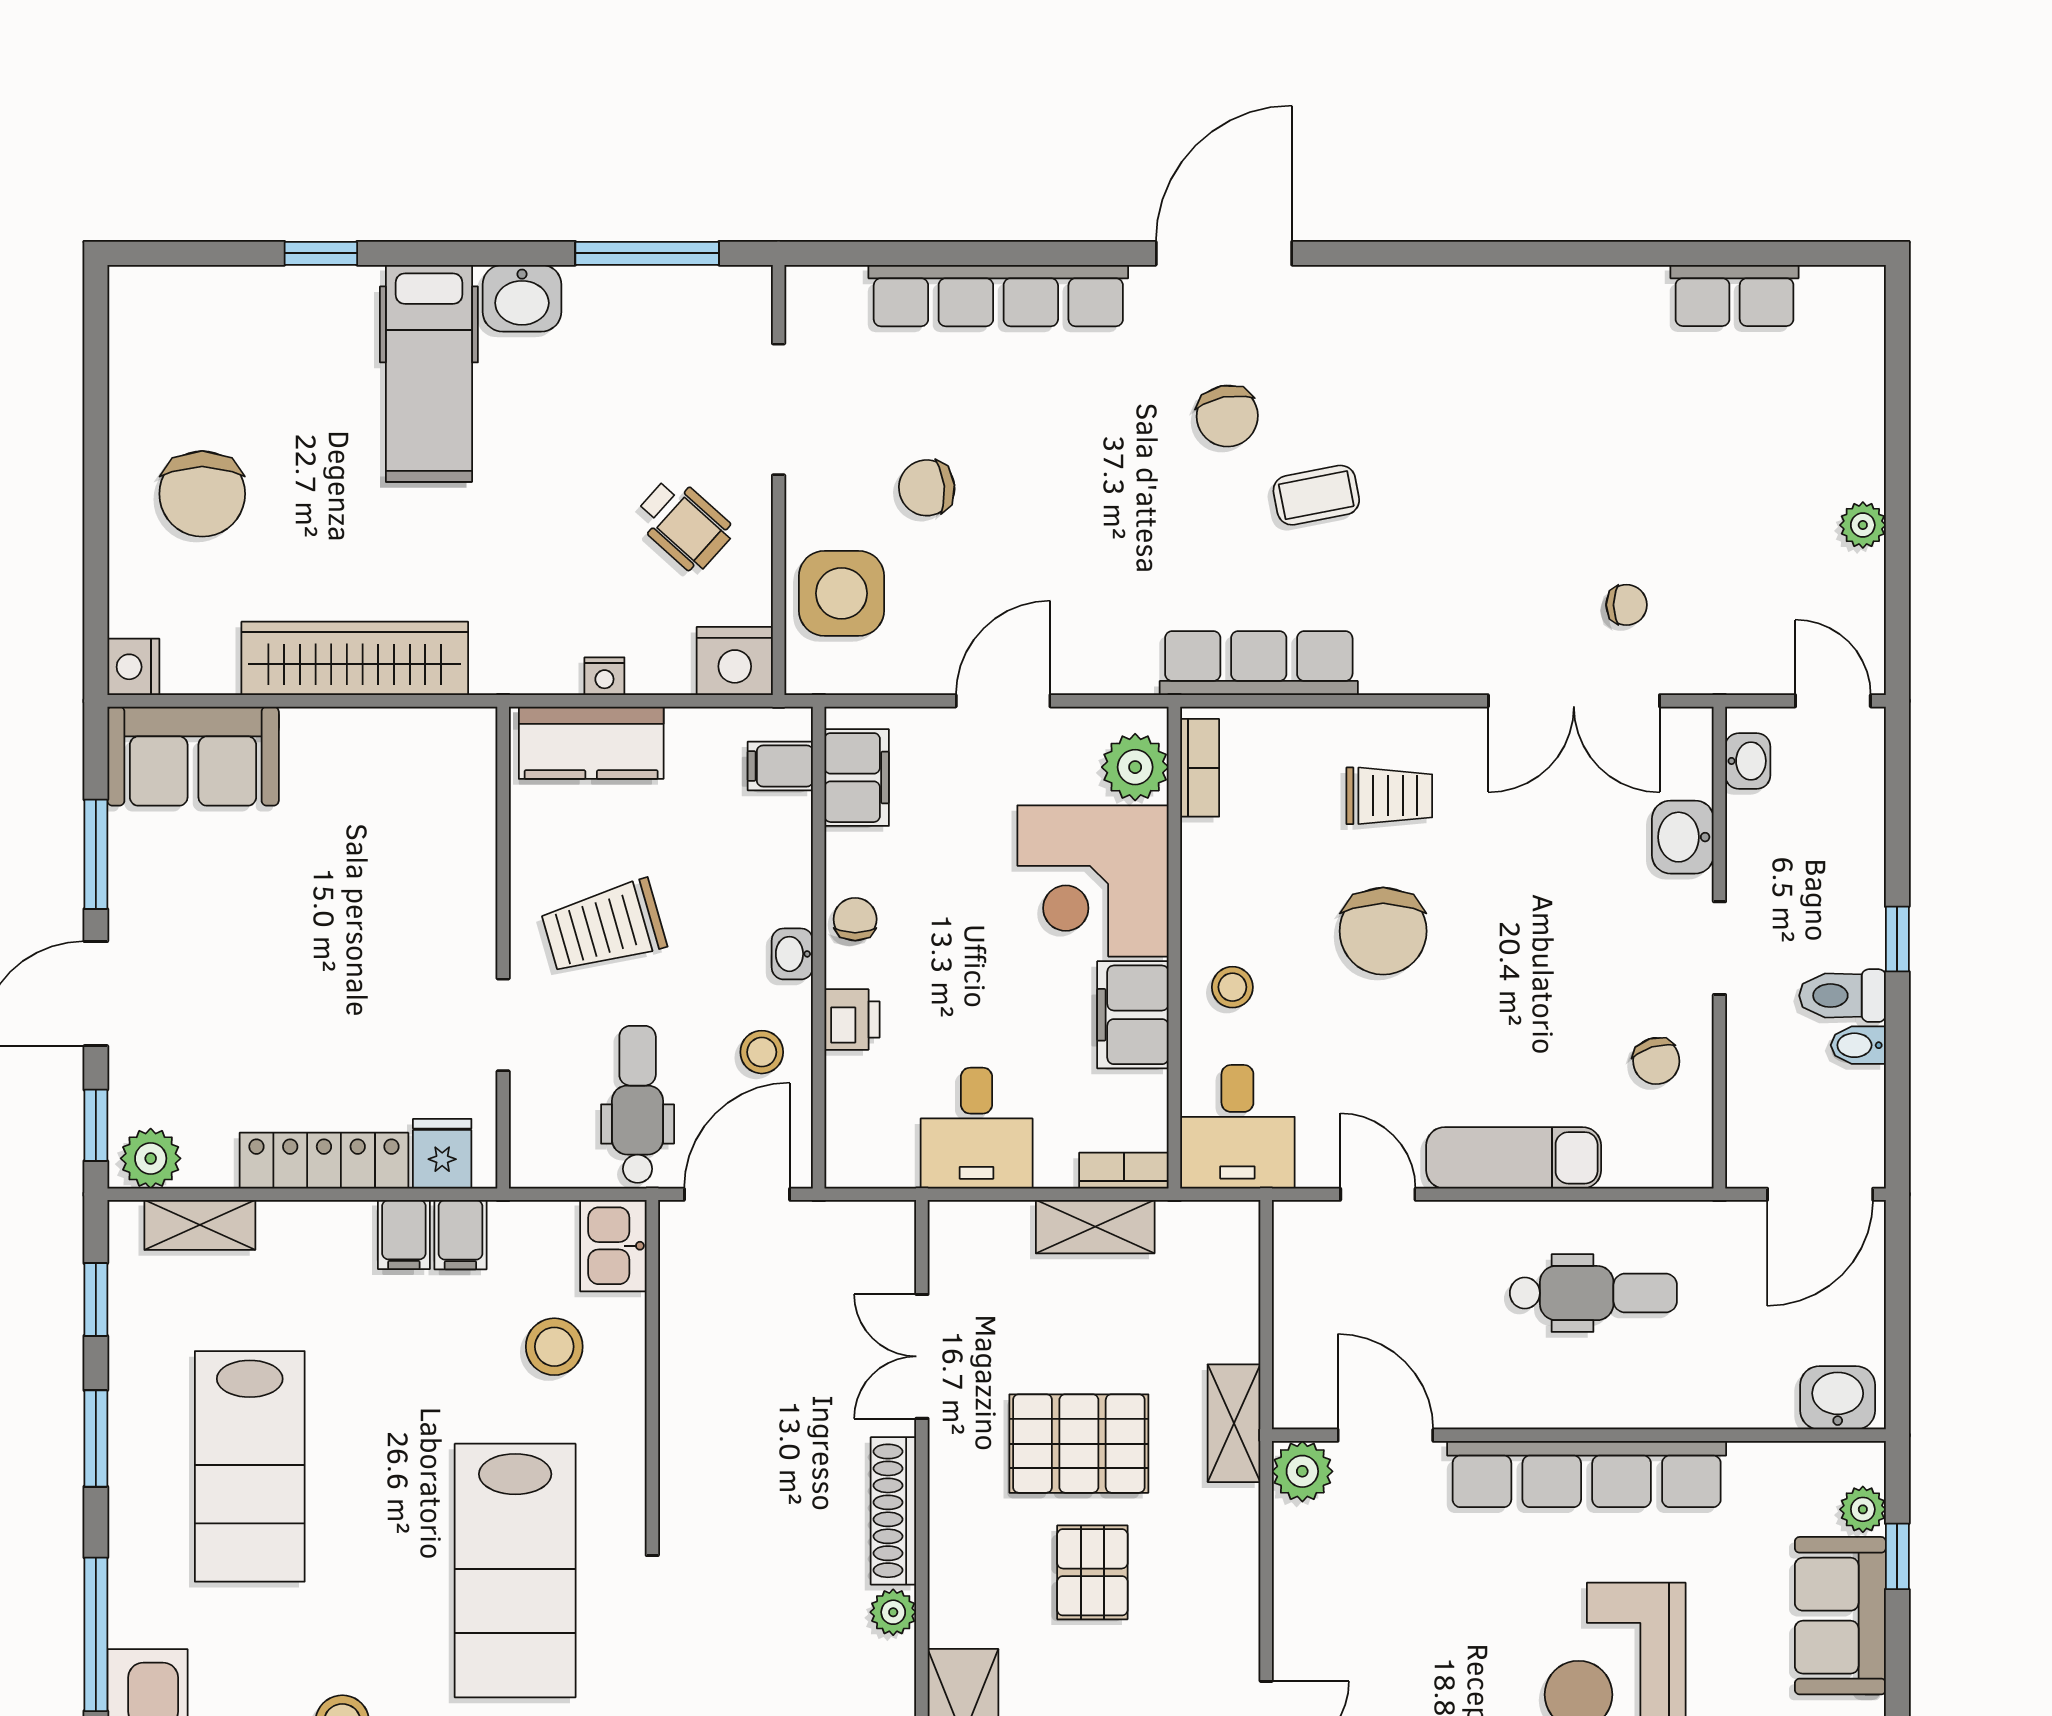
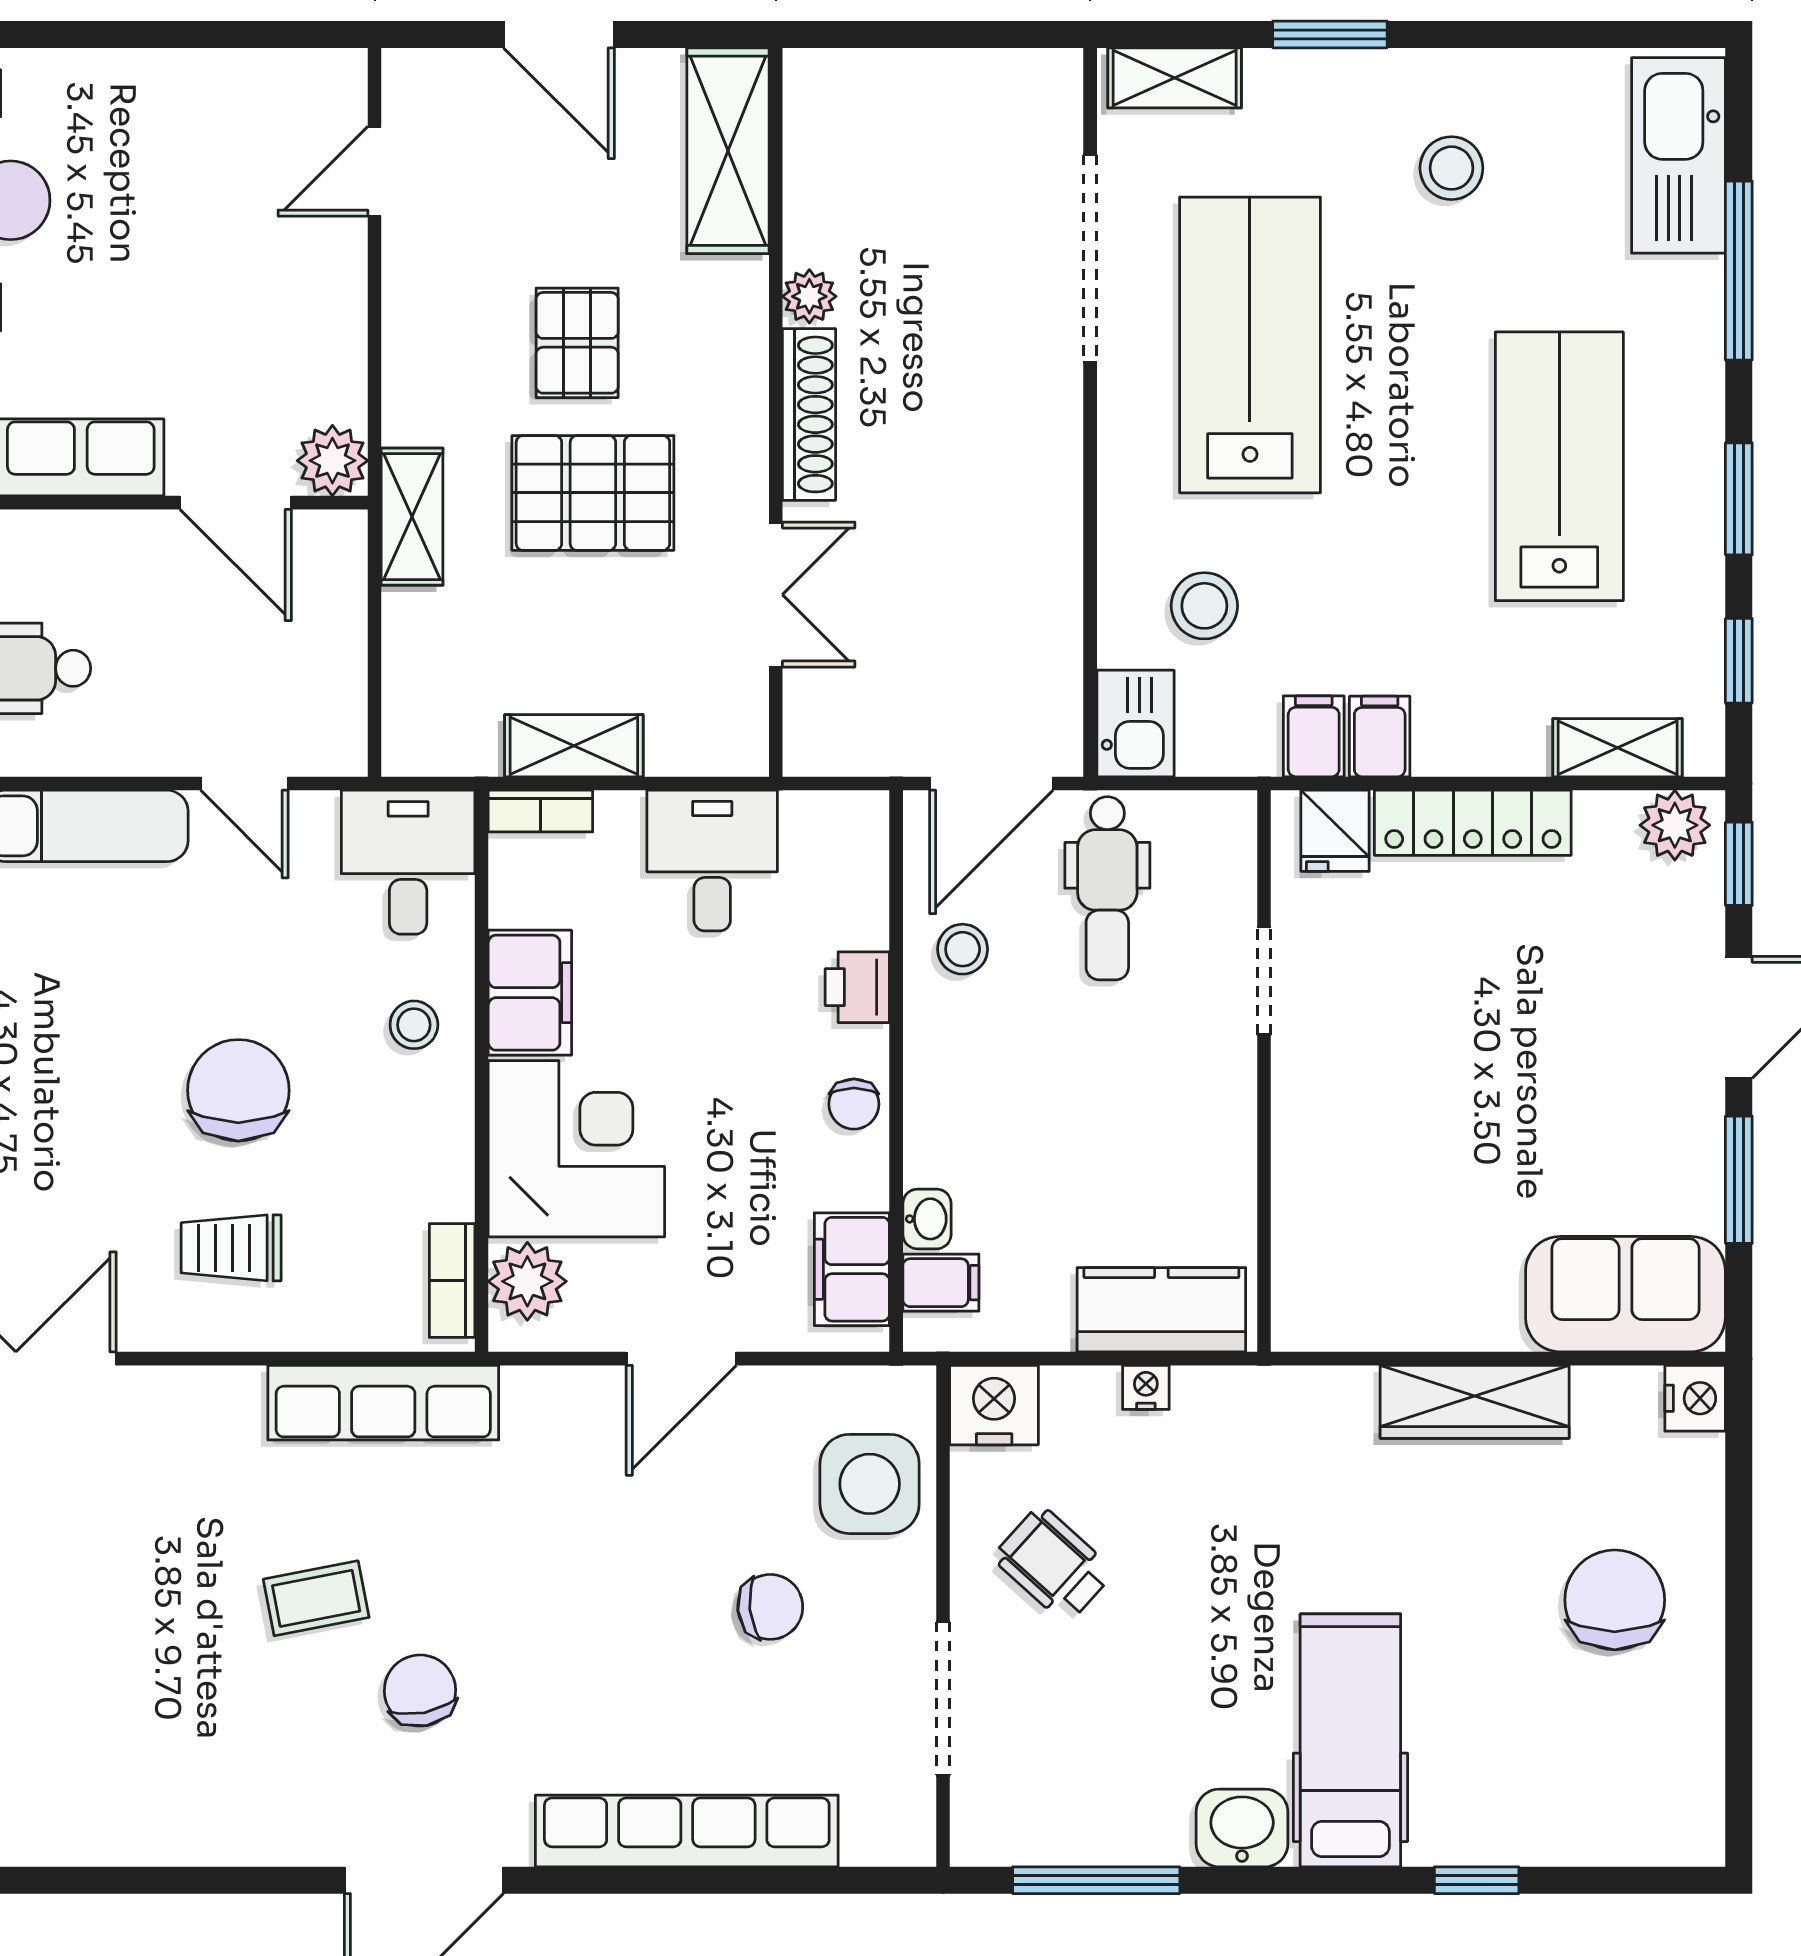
wardrobe: (355, 658) -> (1475, 1402), width x0.71, depth x0.85
trolley: (604, 927) -> (1147, 1095), removed
washbasin: (792, 954) -> (927, 1219), moved

